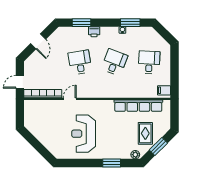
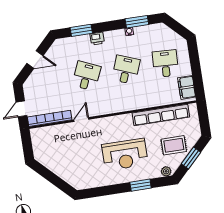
door: (38, 41) -> (35, 59), hinge flipped
desk: (80, 62) -> (86, 76), turned 33
filing cabinet: (164, 90) -> (187, 87), width x2.00
rug: (145, 133) -> (174, 145), turned 90
reception desk: (84, 134) -> (125, 155), moved, turned -90

